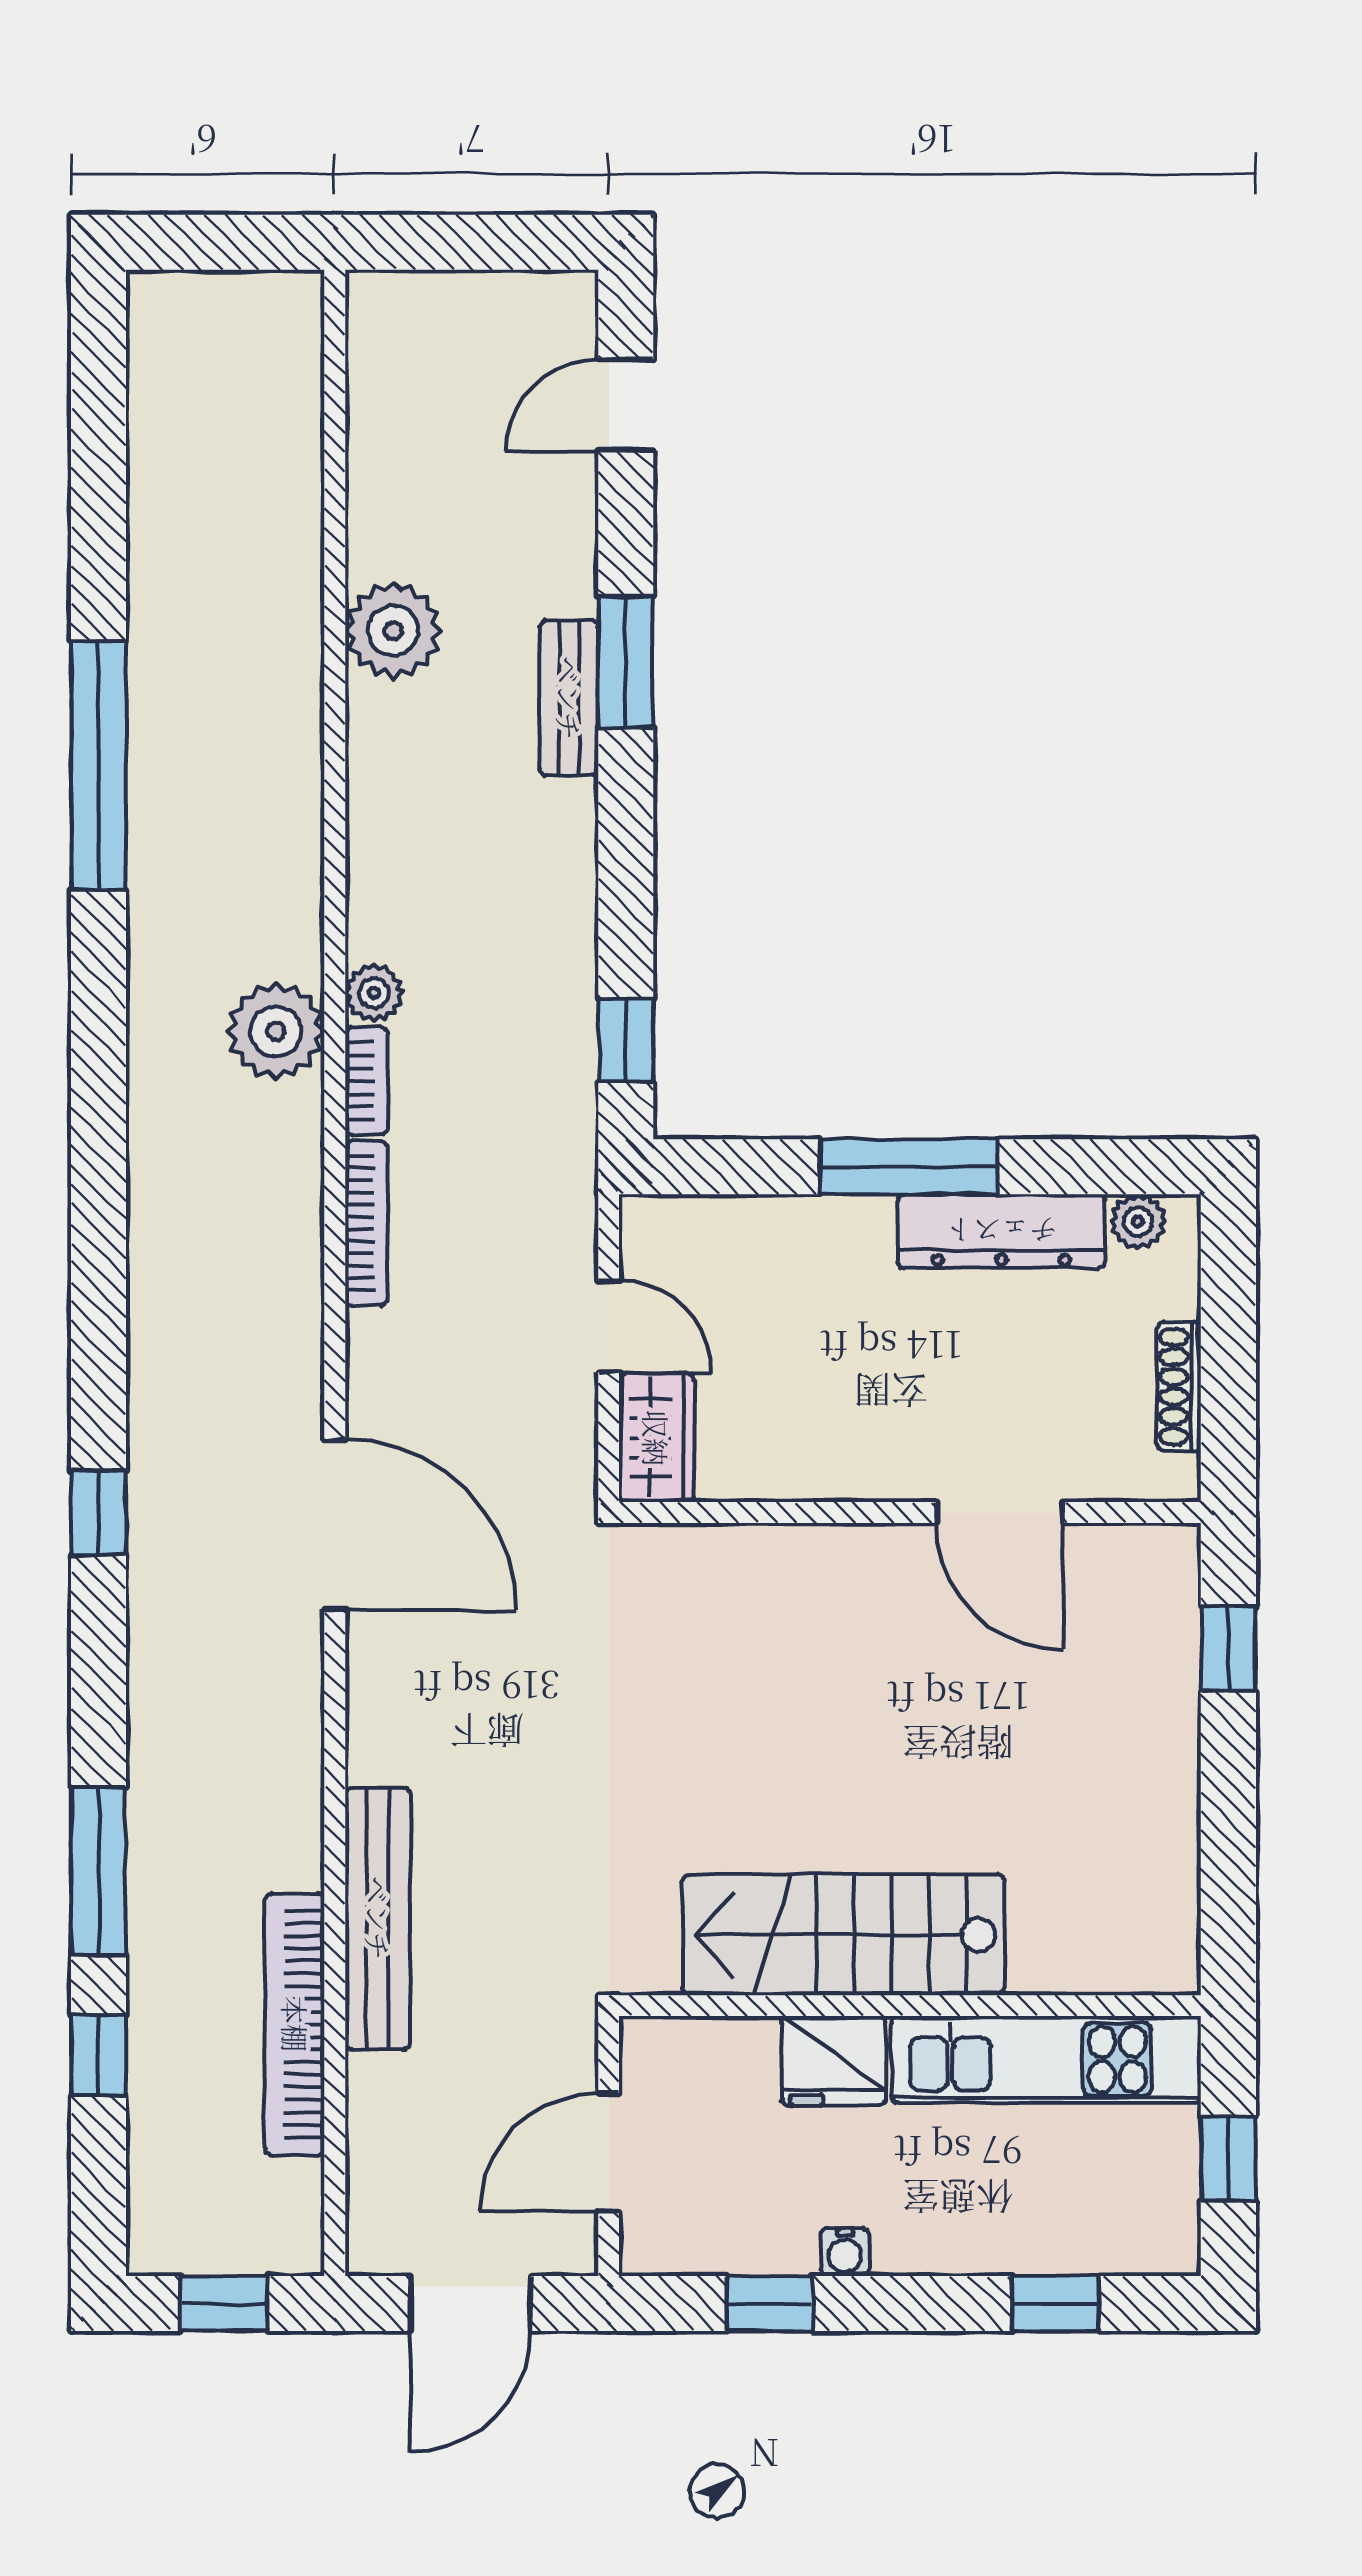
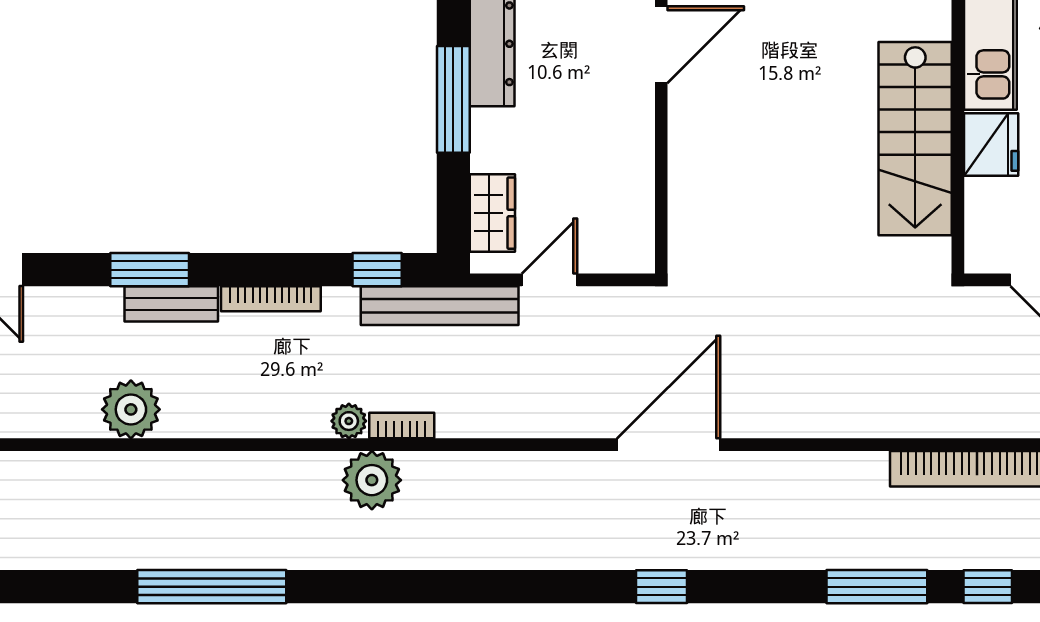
bookcase: (366, 1223) -> (271, 299), moved, turned 180
wardrobe: (656, 1438) -> (492, 213), moved, turned 90
bench: (378, 1918) -> (440, 306), moved

